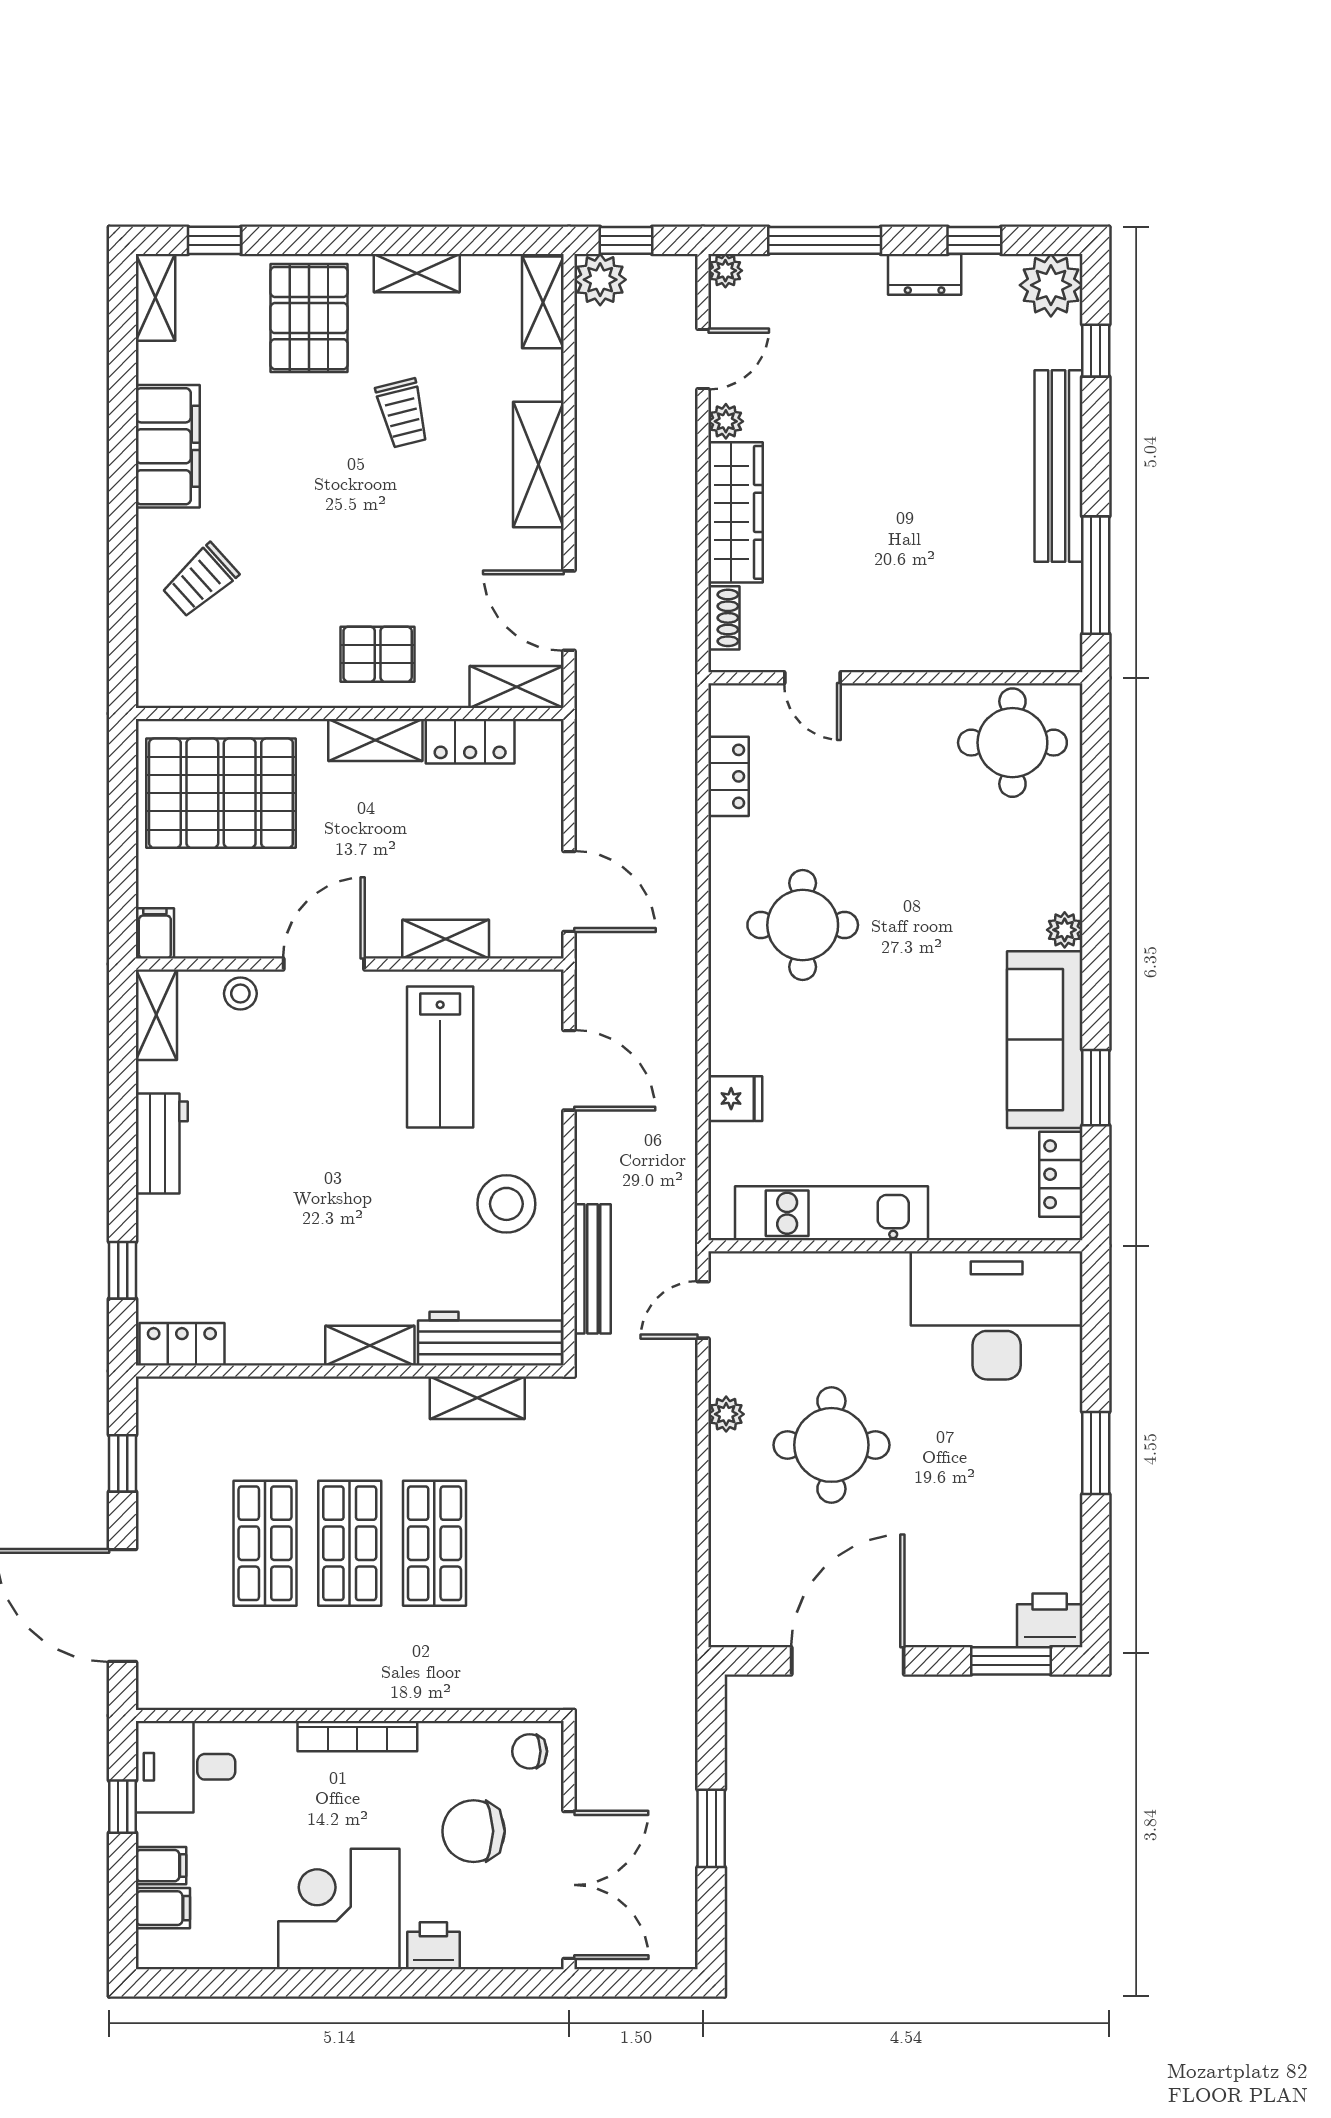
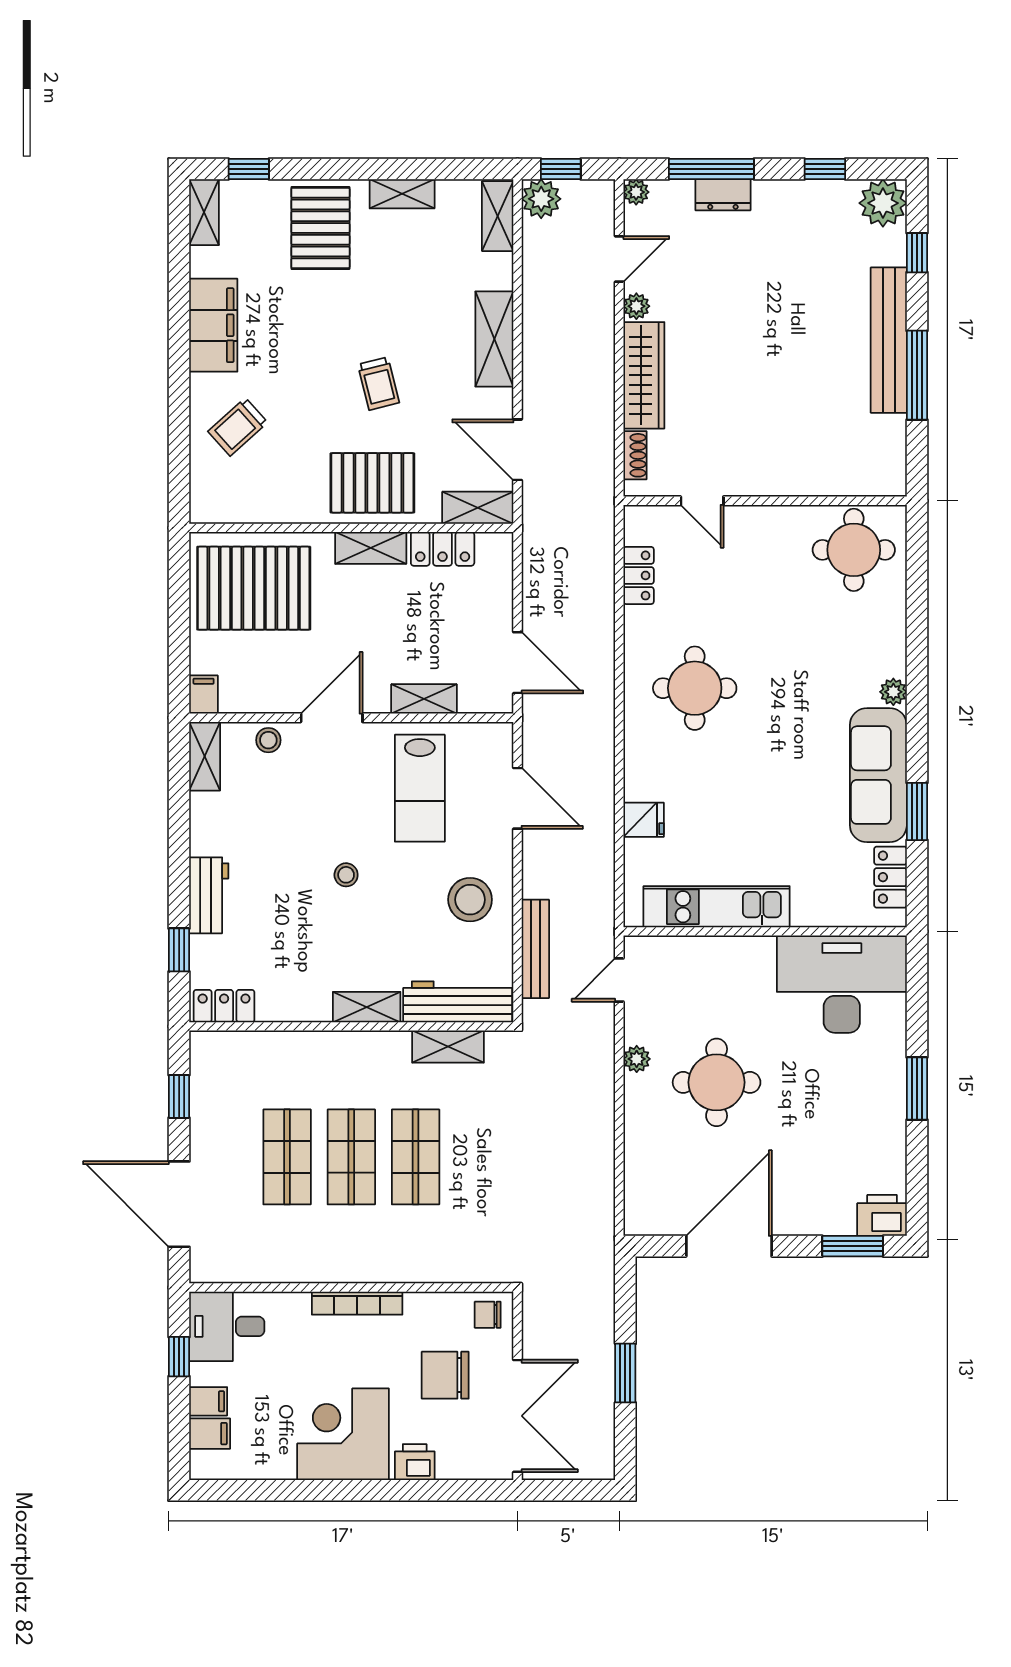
dresser: (925, 274) -> (723, 195), moved
trolley: (402, 413) -> (378, 384), moved
window: (1096, 575) -> (917, 375), moved
pallet: (378, 654) -> (372, 483), width x1.50, depth x1.42
workbench: (162, 1144) -> (209, 895), moved
stool: (343, 1171) -> (346, 875), added

